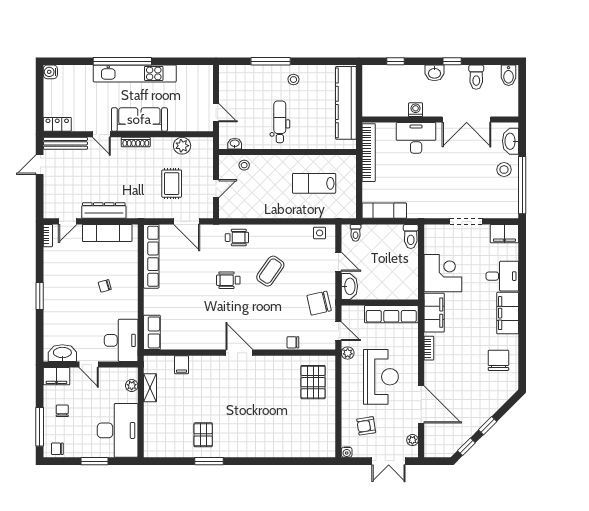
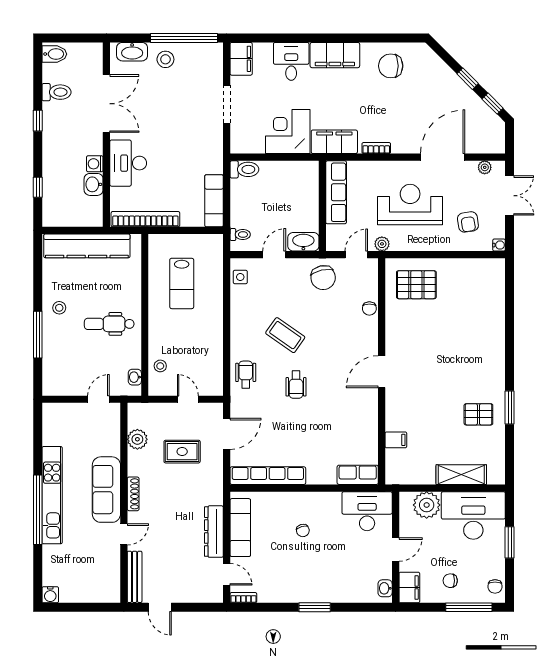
washbasin: (434, 73) -> (94, 184), moved, turned 180
locker: (57, 124) -> (112, 587), removed
washbasin: (62, 353) -> (385, 588), width x0.52, depth x0.69
plant: (132, 386) -> (427, 505), width x1.87, depth x1.87
shelving: (150, 388) -> (461, 475), moved, width x1.50, depth x1.33

